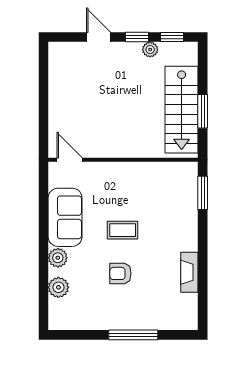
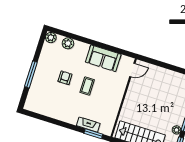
plant: (58, 258) -> (51, 38), moved
fireplace: (189, 272) -> (88, 125), moved

